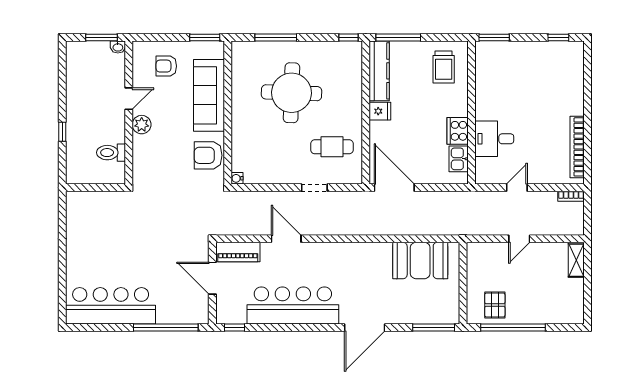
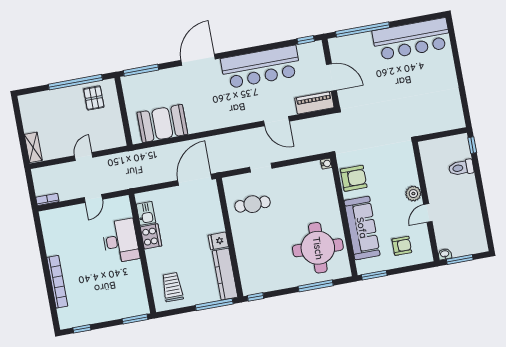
round table: (291, 93) -> (318, 248), moved
window: (62, 132) -> (472, 145), moved
desk: (494, 139) -> (121, 241), width x1.37
bookcase: (577, 147) -> (57, 282), moved
toilet: (111, 153) -> (461, 168), moved, turned 180
door: (394, 188) -> (195, 180), swing flipped

